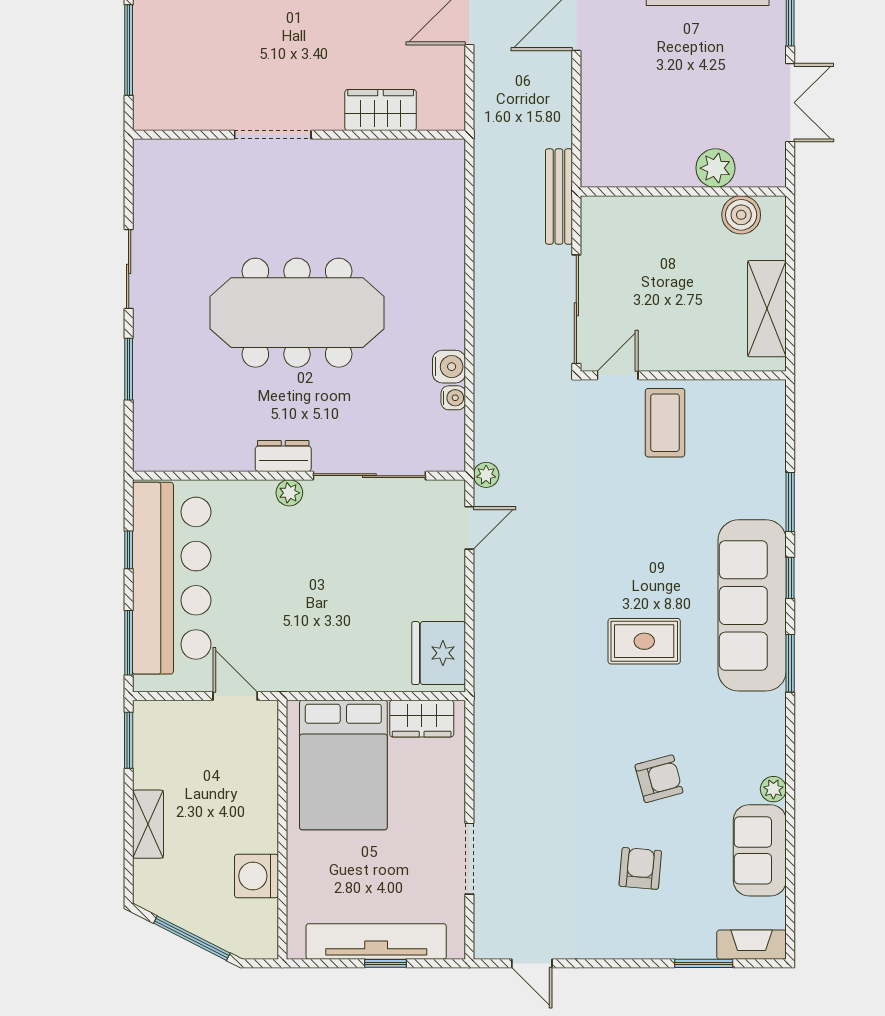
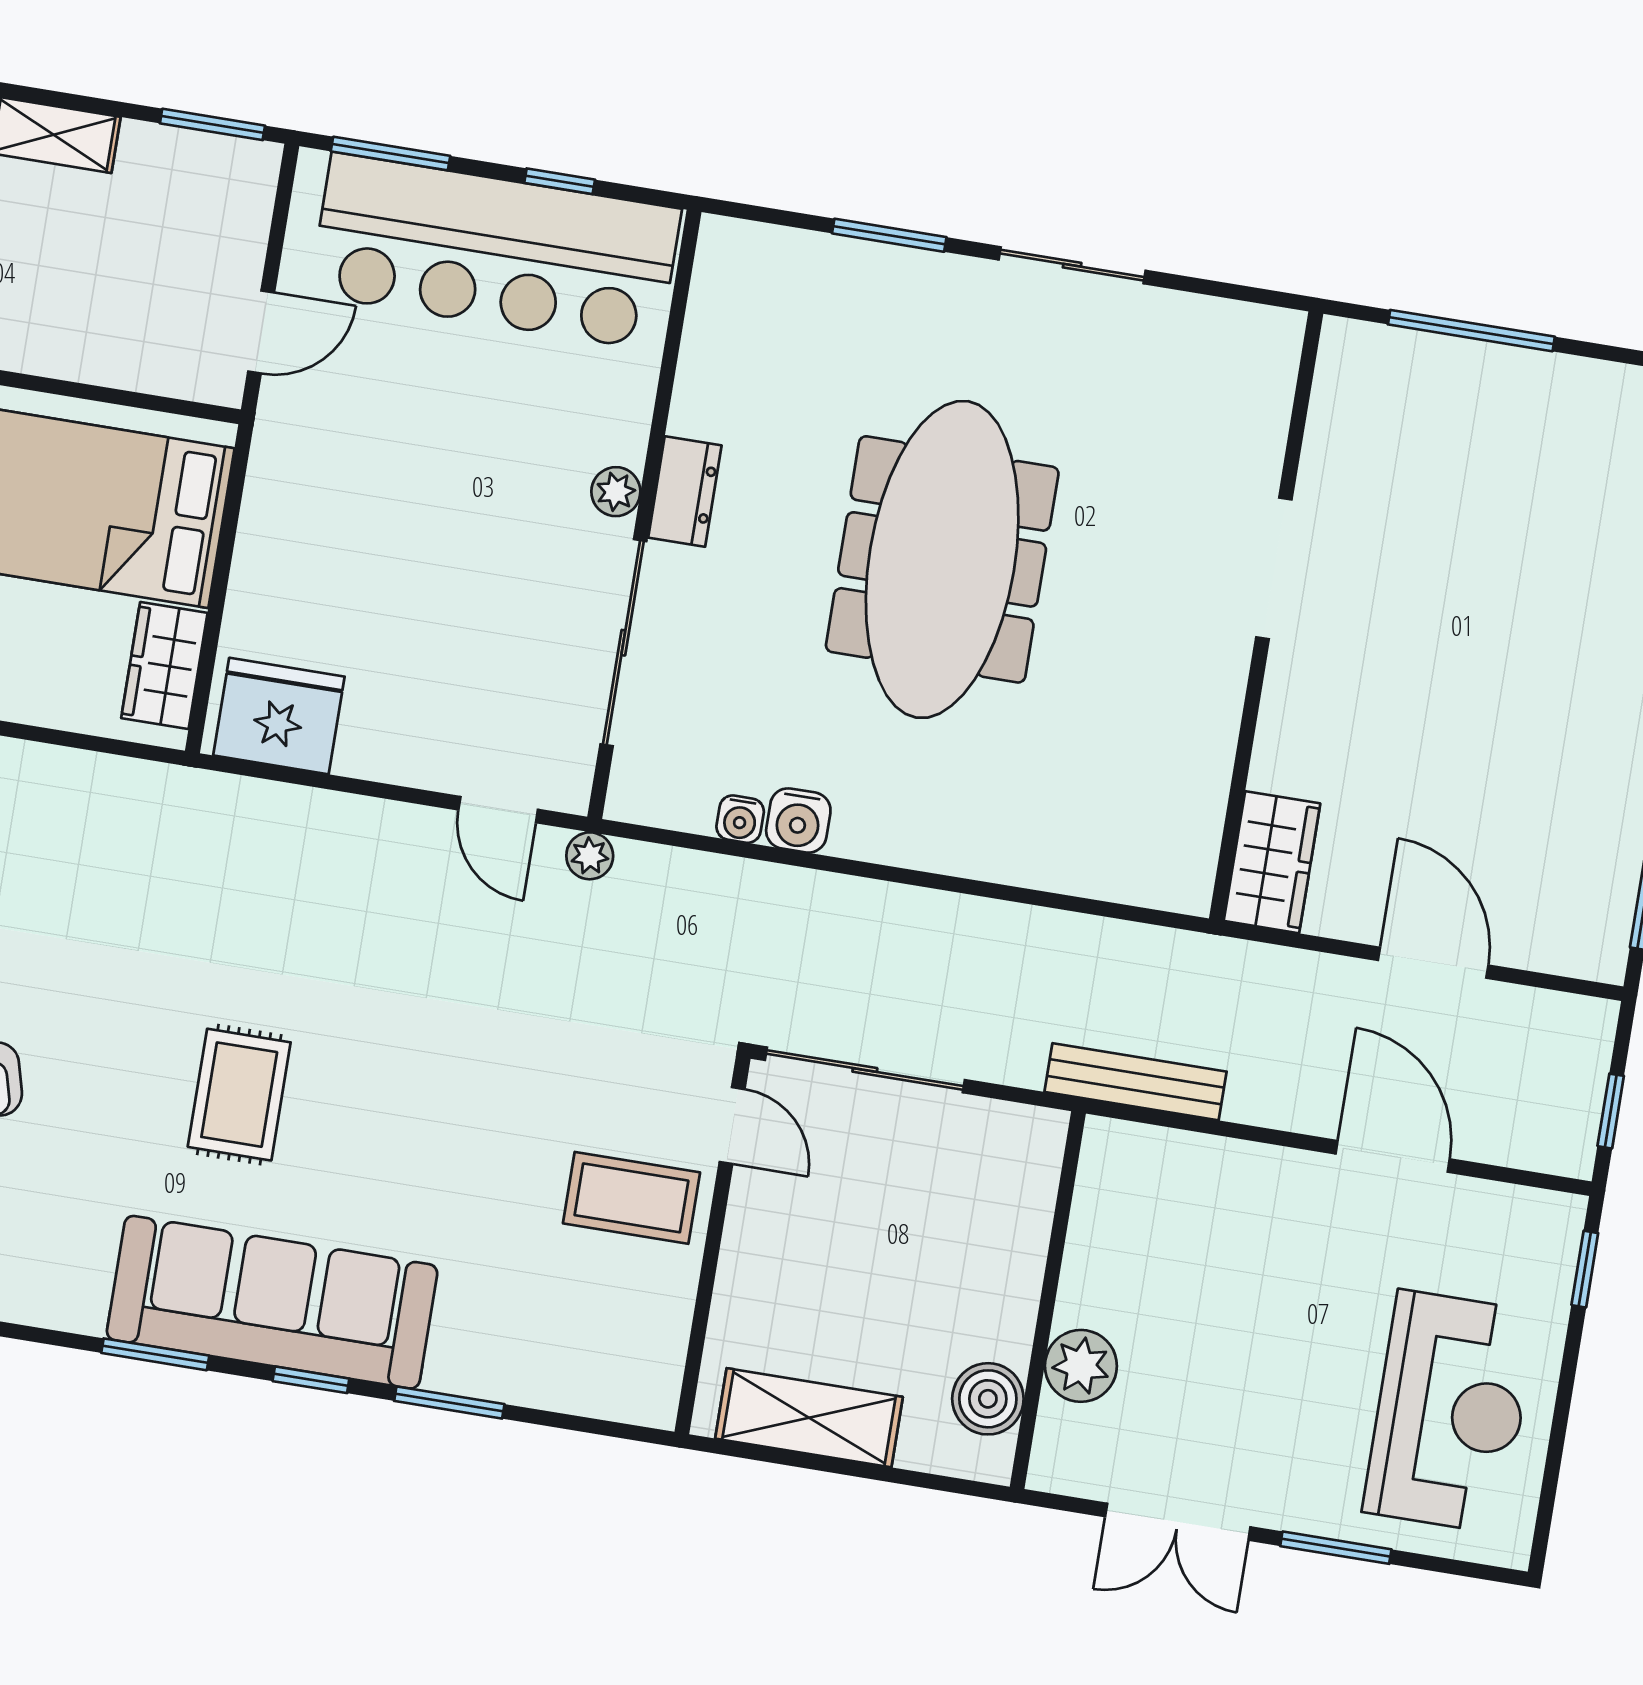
wardrobe: (381, 110) -> (1272, 862), moved
bench: (559, 197) -> (1136, 1082), moved

